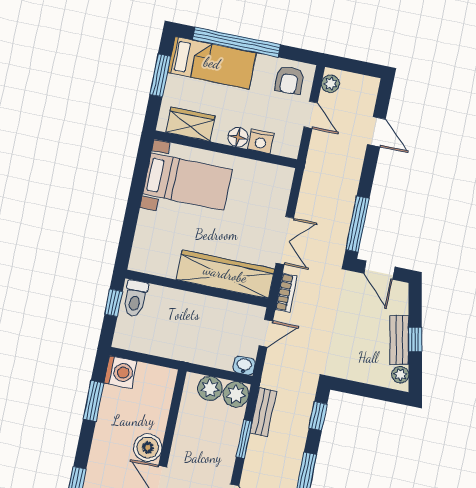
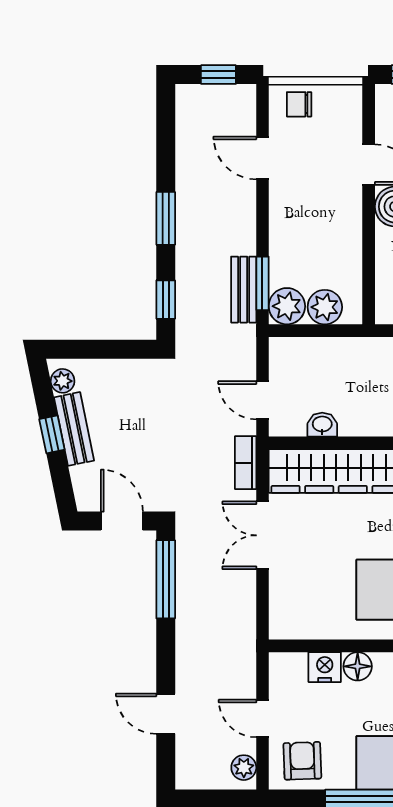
door: (266, 333) -> (262, 400), hinge flipped
washbasin: (244, 365) -> (322, 425), moved, turned 180
window: (244, 439) -> (262, 283), moved

